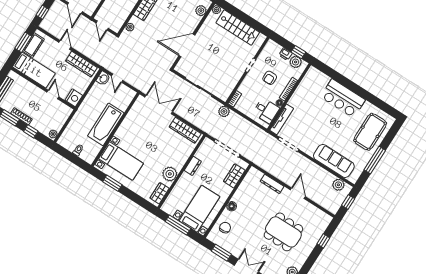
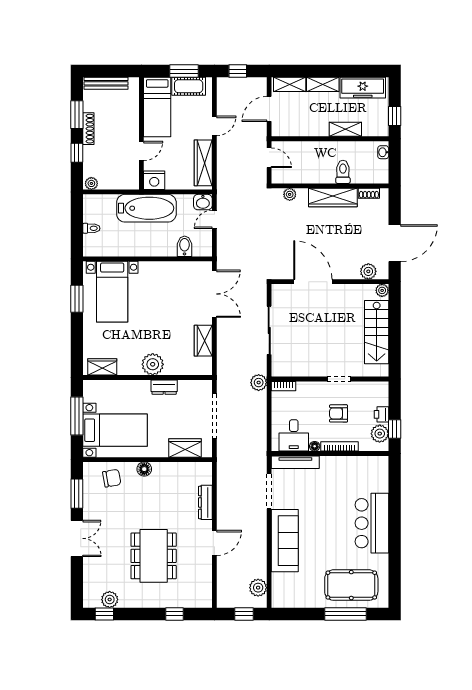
door: (102, 26) -> (269, 158), swing flipped
bidet: (121, 104) -> (185, 246), added
bathtub: (106, 124) -> (146, 208), moved, turned 180
wardrobe: (185, 130) -> (203, 341), width x0.67
window: (375, 160) -> (346, 614), moved
sofa: (334, 161) -> (285, 541), moved
plant: (170, 174) -> (153, 364), moved

